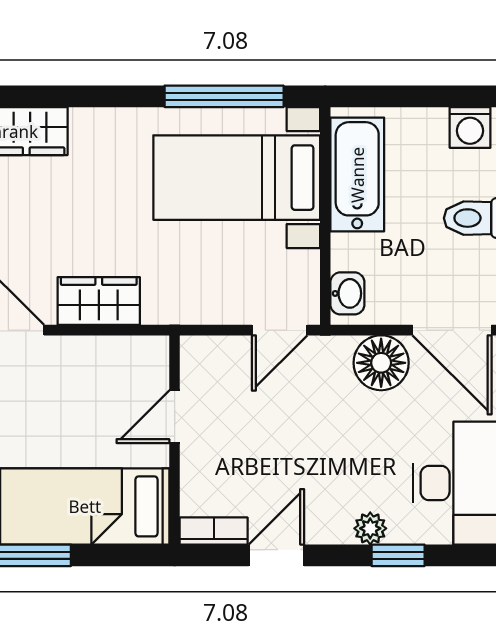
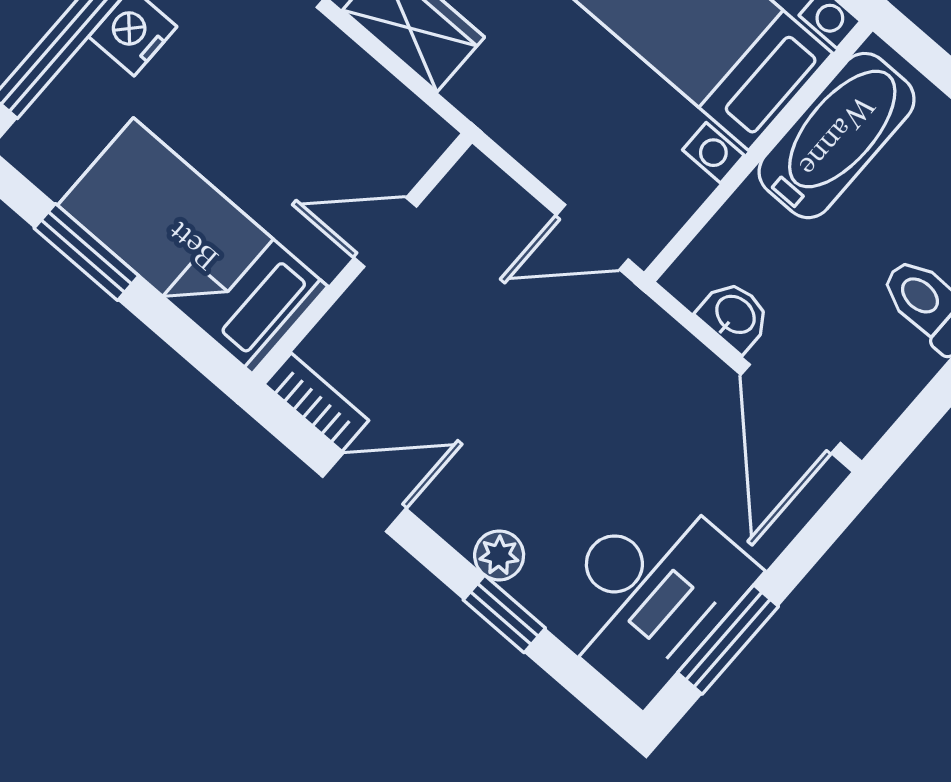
washbasin: (347, 293) -> (734, 316), moved, turned -90
floor lamp: (381, 363) -> (677, 376), removed

